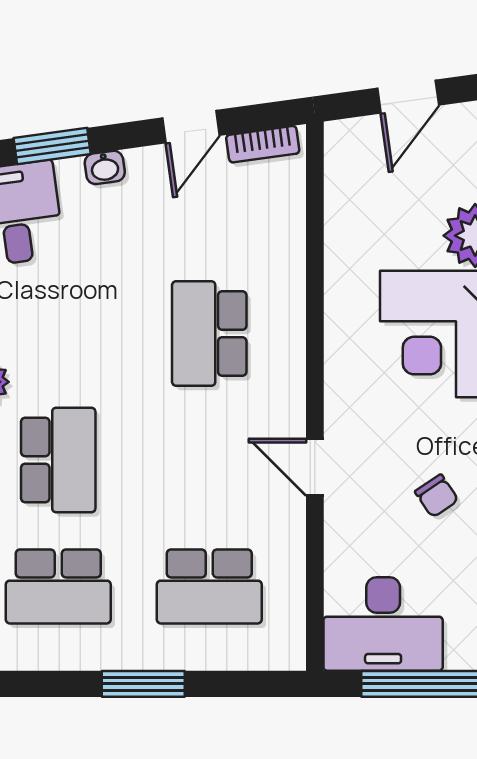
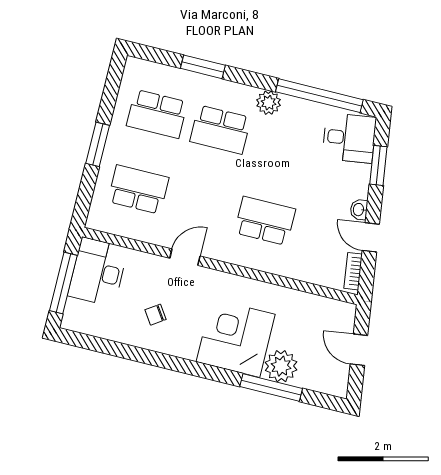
washbasin: (105, 167) -> (359, 210), moved
school desk: (58, 586) -> (157, 114), turned -90
school desk: (209, 586) -> (138, 190), turned 90

